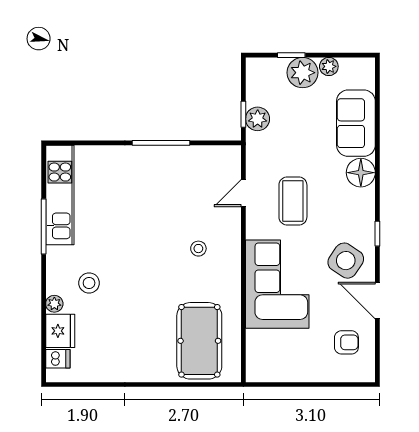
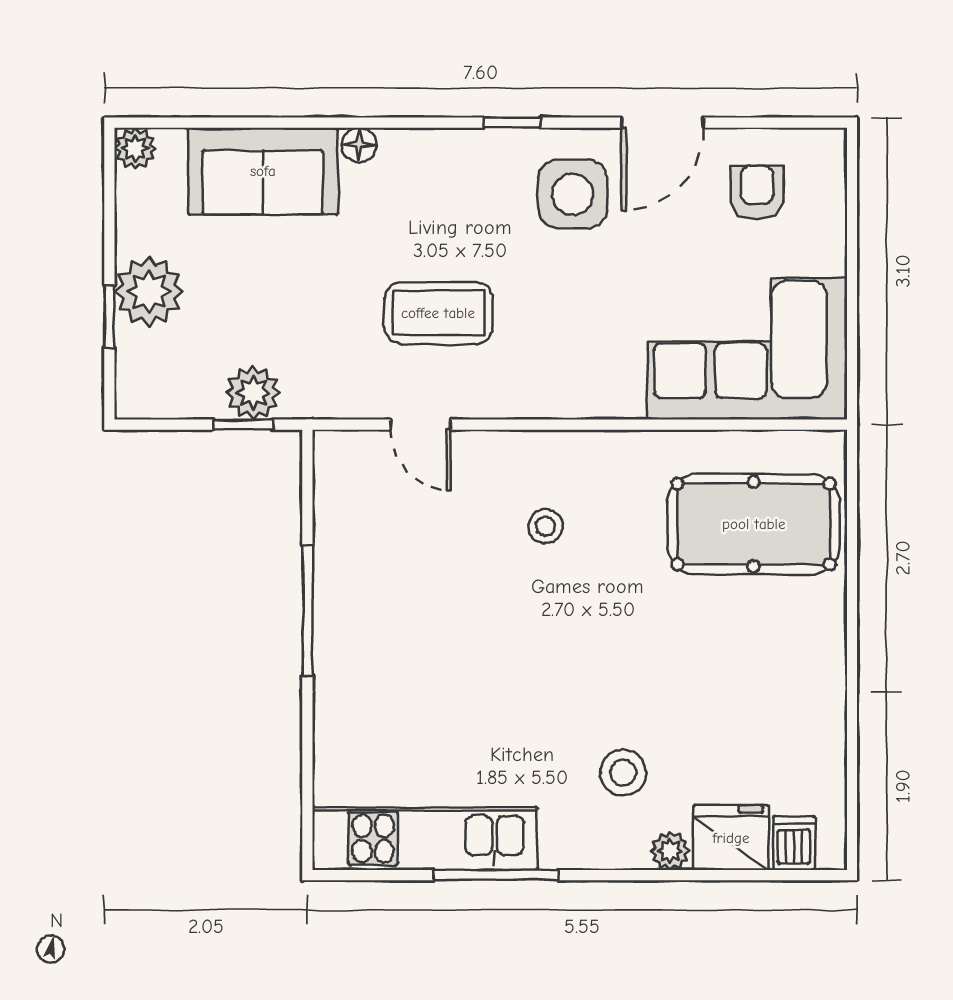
plant: (329, 66) -> (135, 148), moved
floor lamp: (361, 173) -> (359, 145), width x0.53, depth x0.53
side table: (346, 261) -> (573, 194), turned -34
corner sofa: (277, 284) -> (747, 348), moved

